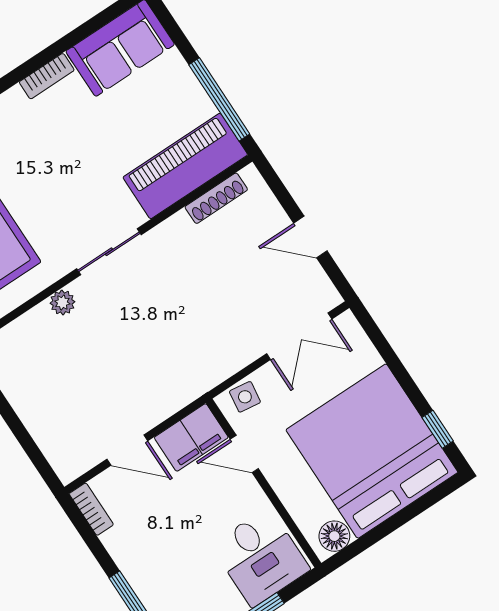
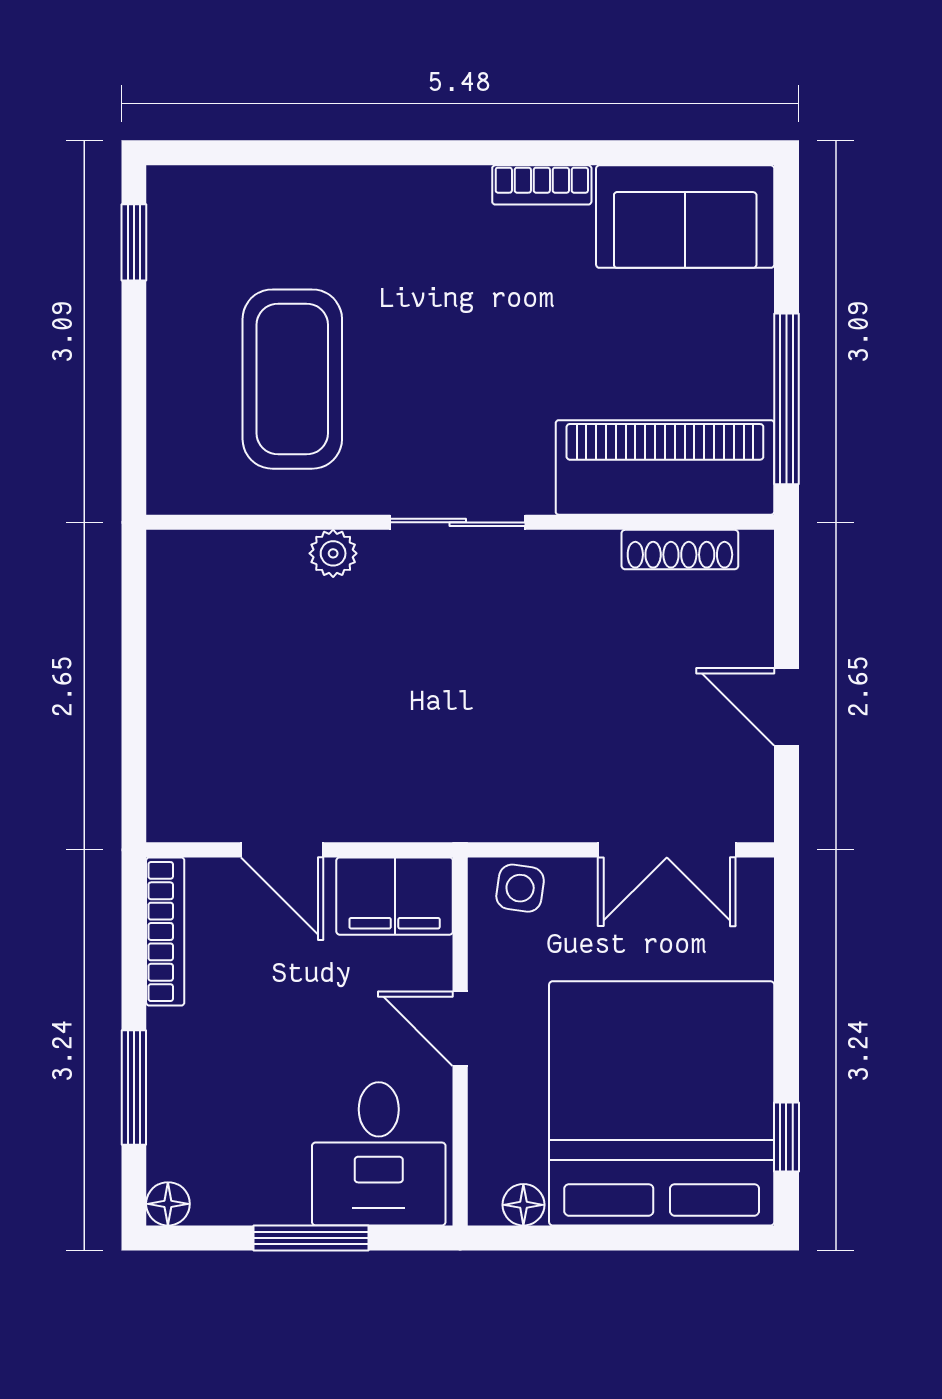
door: (244, 454) -> (460, 1029), moved
bookcase: (91, 509) -> (165, 932), width x1.56
floor lamp: (334, 536) -> (523, 1205), width x0.73, depth x0.73

